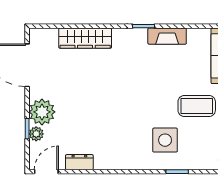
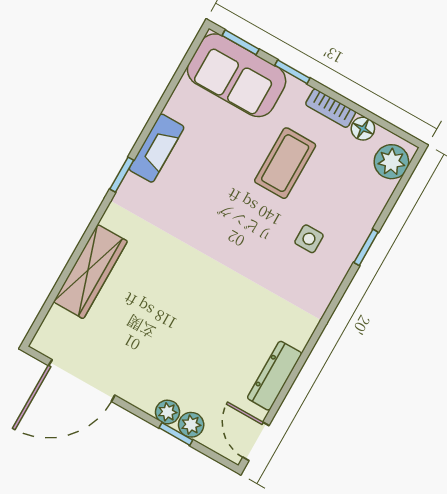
plant: (42, 112) -> (168, 412), width x0.53, depth x0.53
side table: (165, 140) -> (309, 239), width x0.54, depth x0.54
dresser: (79, 162) -> (275, 376), width x1.44

